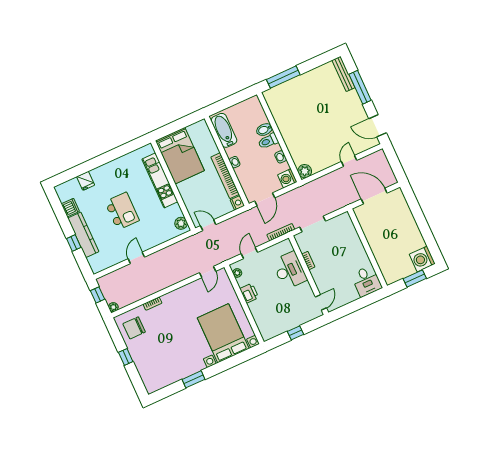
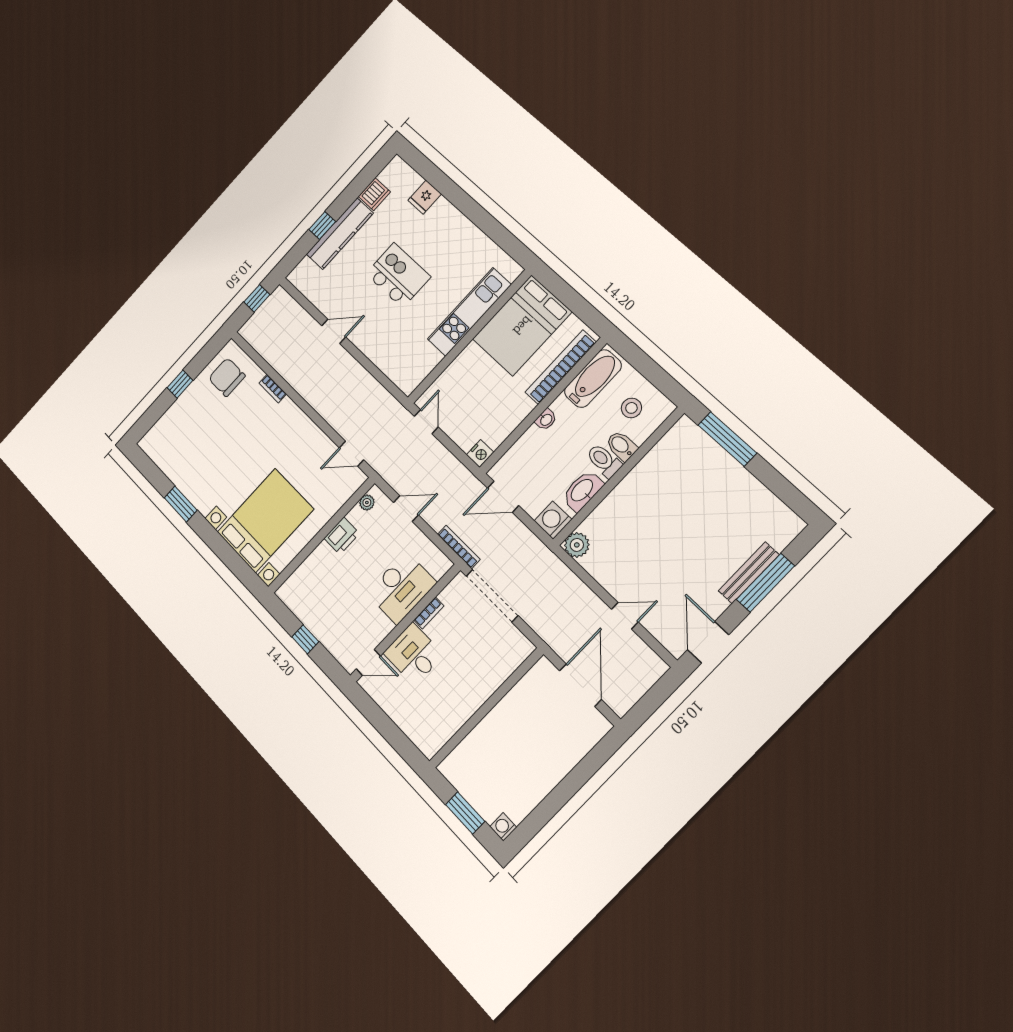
bench: (343, 74) -> (749, 573), moved
stool: (247, 117) -> (631, 408), added
washbasin: (281, 157) -> (582, 491), width x1.91, depth x1.45
bookcase: (225, 176) -> (561, 367), moved
kitchen island: (122, 211) -> (398, 275), turned -90
plant: (181, 223) -> (413, 377), removed
doorway: (313, 224) -> (492, 596), width x1.36
washing machine: (422, 259) -> (503, 827), width x0.53, depth x0.53
desk: (366, 281) -> (414, 654), moved, turned 90
plant: (113, 307) -> (247, 331), removed

